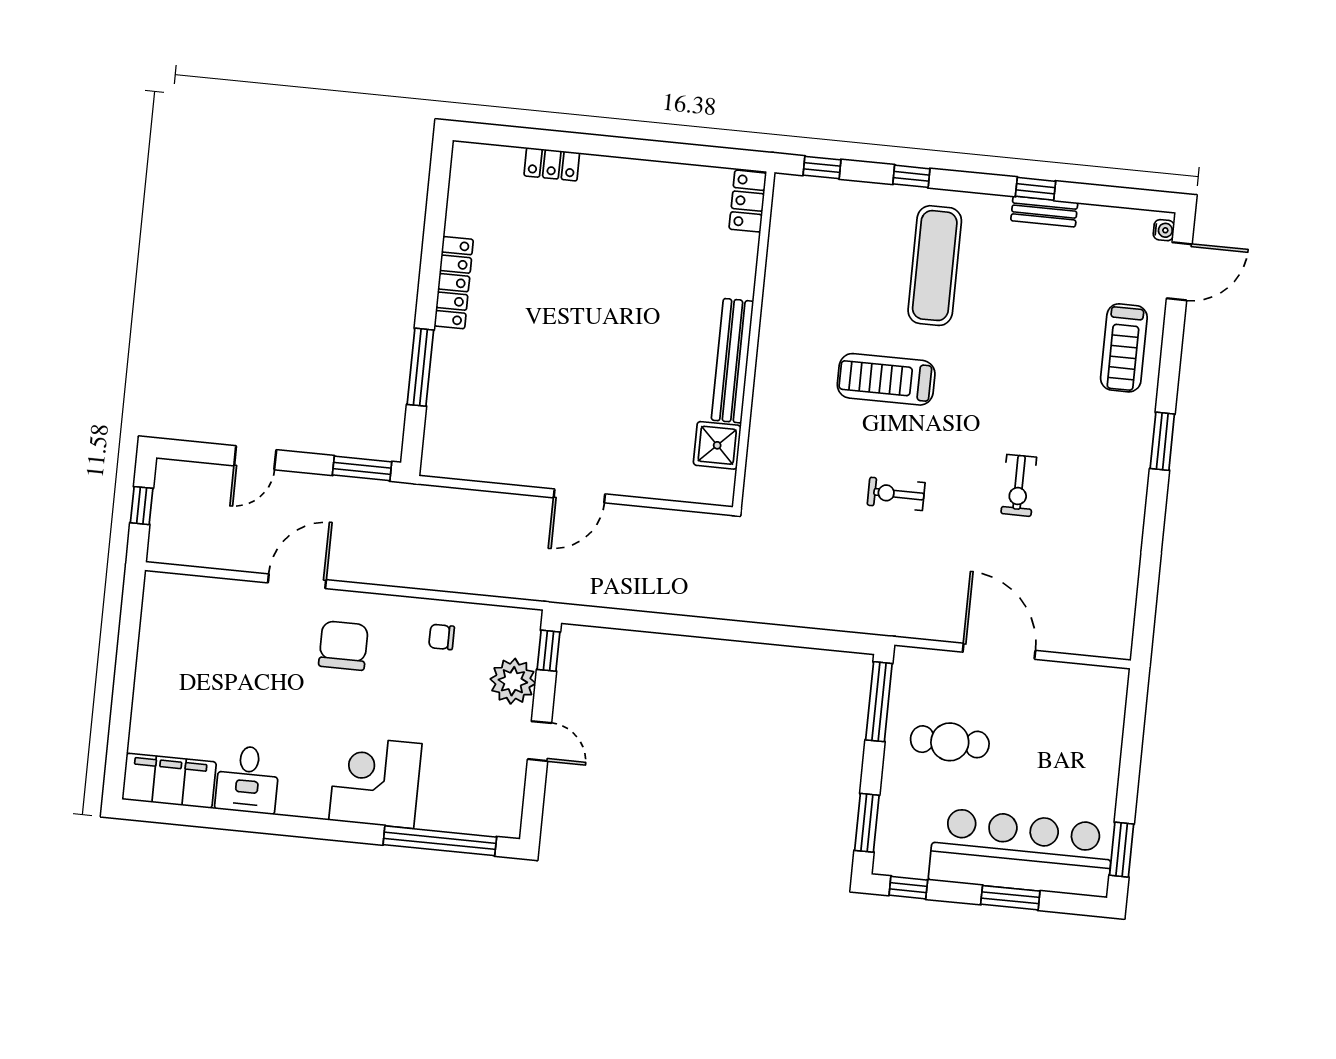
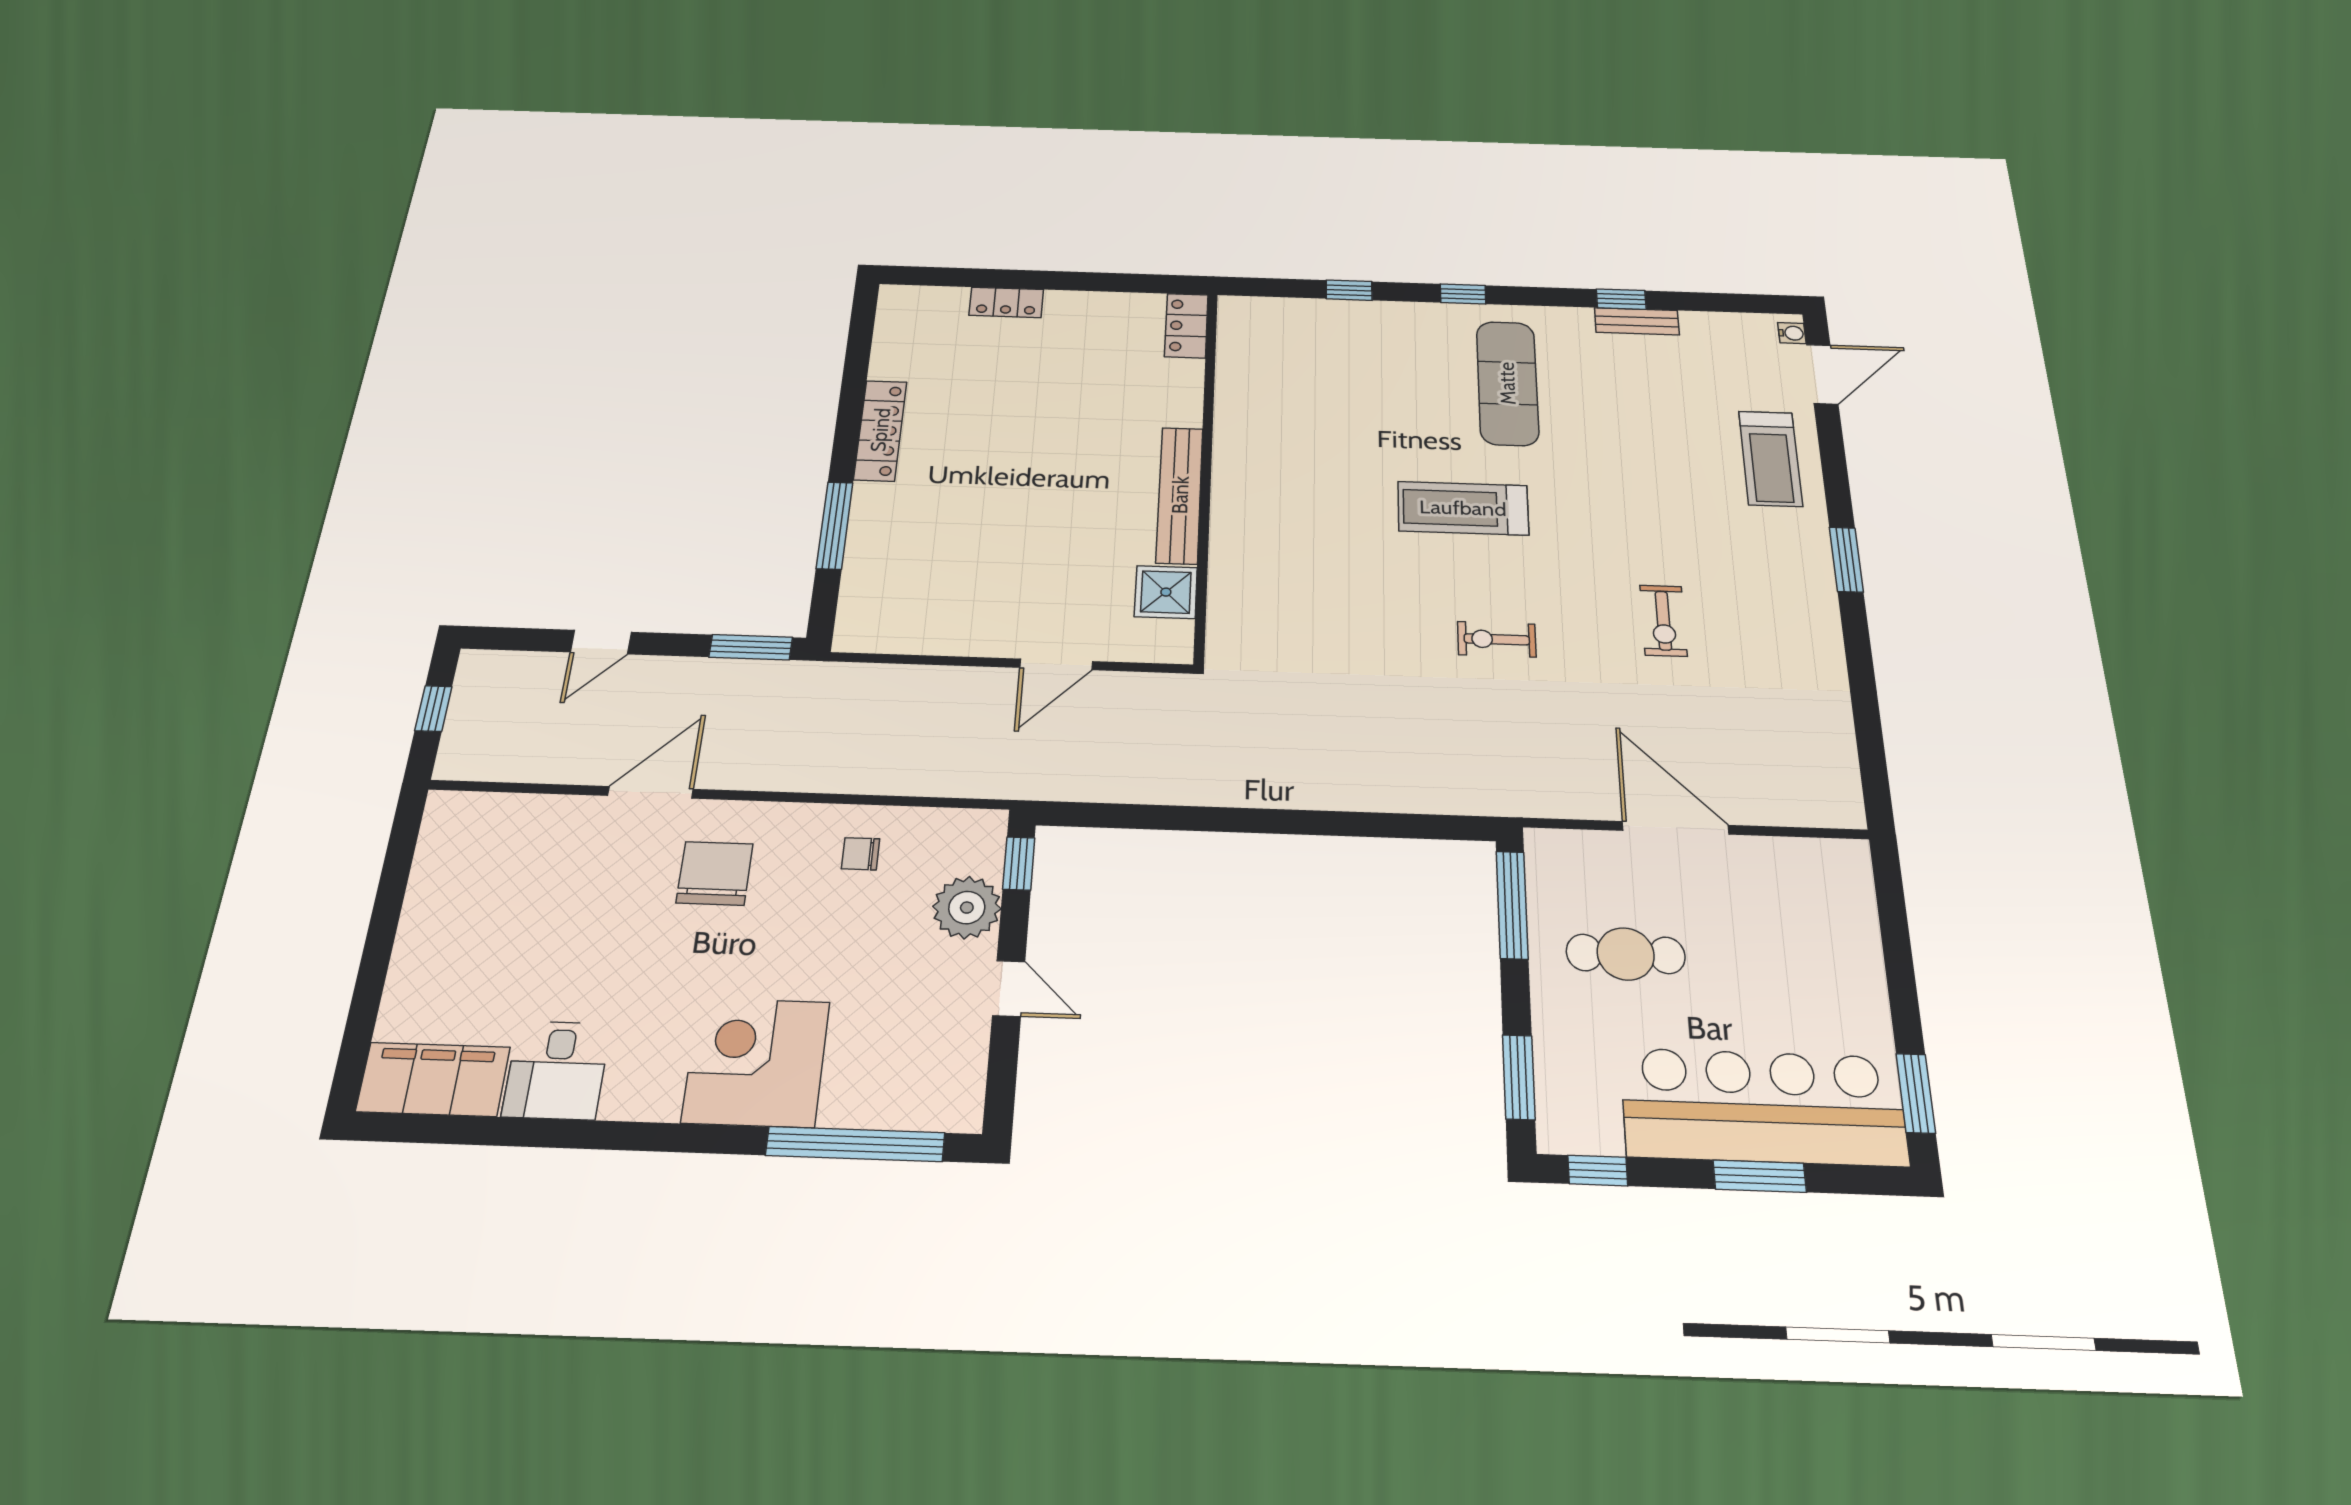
locker: (748, 201) -> (1186, 326), moved
wall: (754, 340) -> (1206, 471), moved
bench: (732, 361) -> (1180, 495), moved
shower: (717, 445) -> (1166, 592), moved

